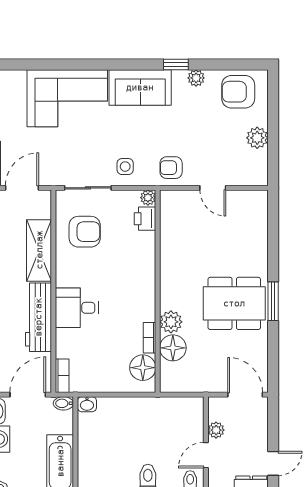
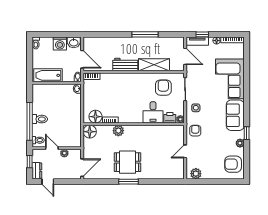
armchair: (238, 92) -> (233, 164), turned -90
plant: (257, 138) -> (196, 174), moved
armchair: (85, 232) -> (163, 88), turned 180
dining table: (234, 303) -> (128, 162), width x0.73
desk: (77, 308) -> (153, 112), moved, turned 180
workbench: (38, 317) -> (125, 65), width x0.73
floor lamp: (173, 348) -> (90, 132), moved

